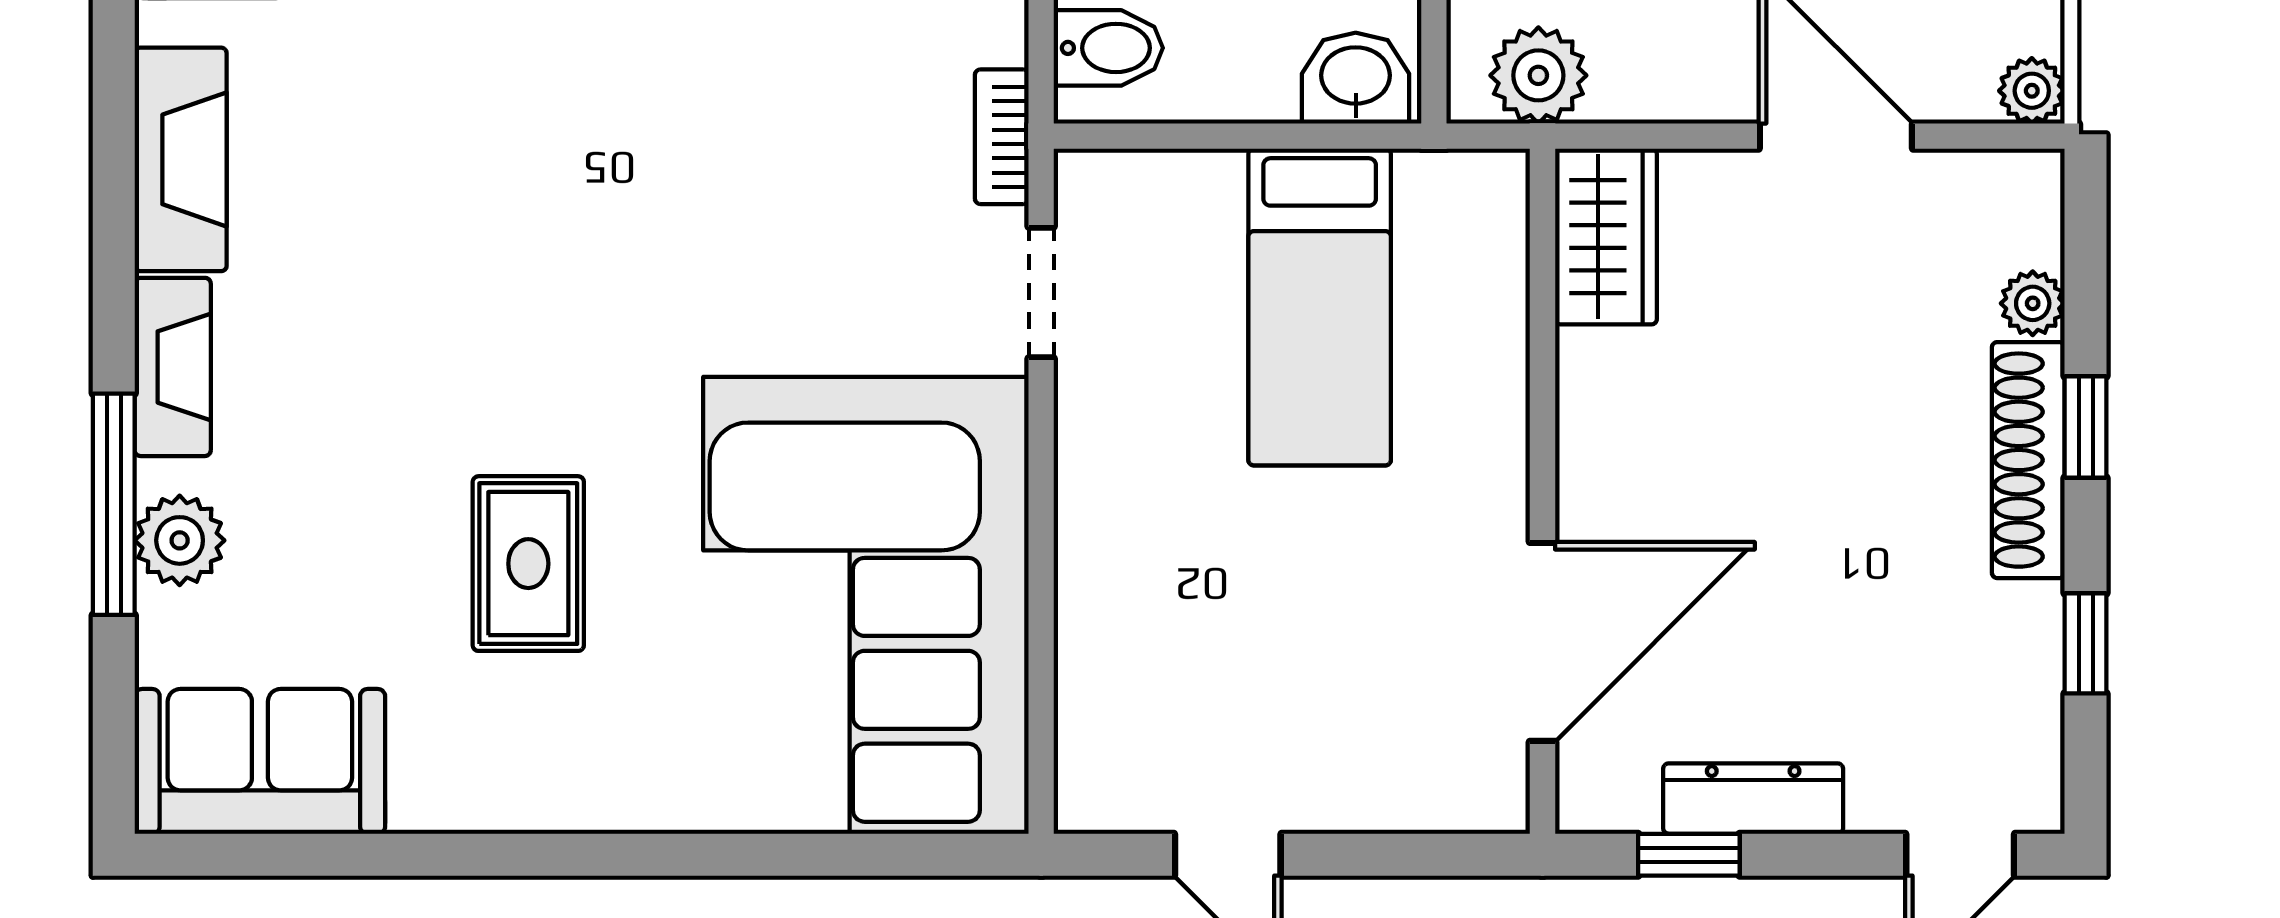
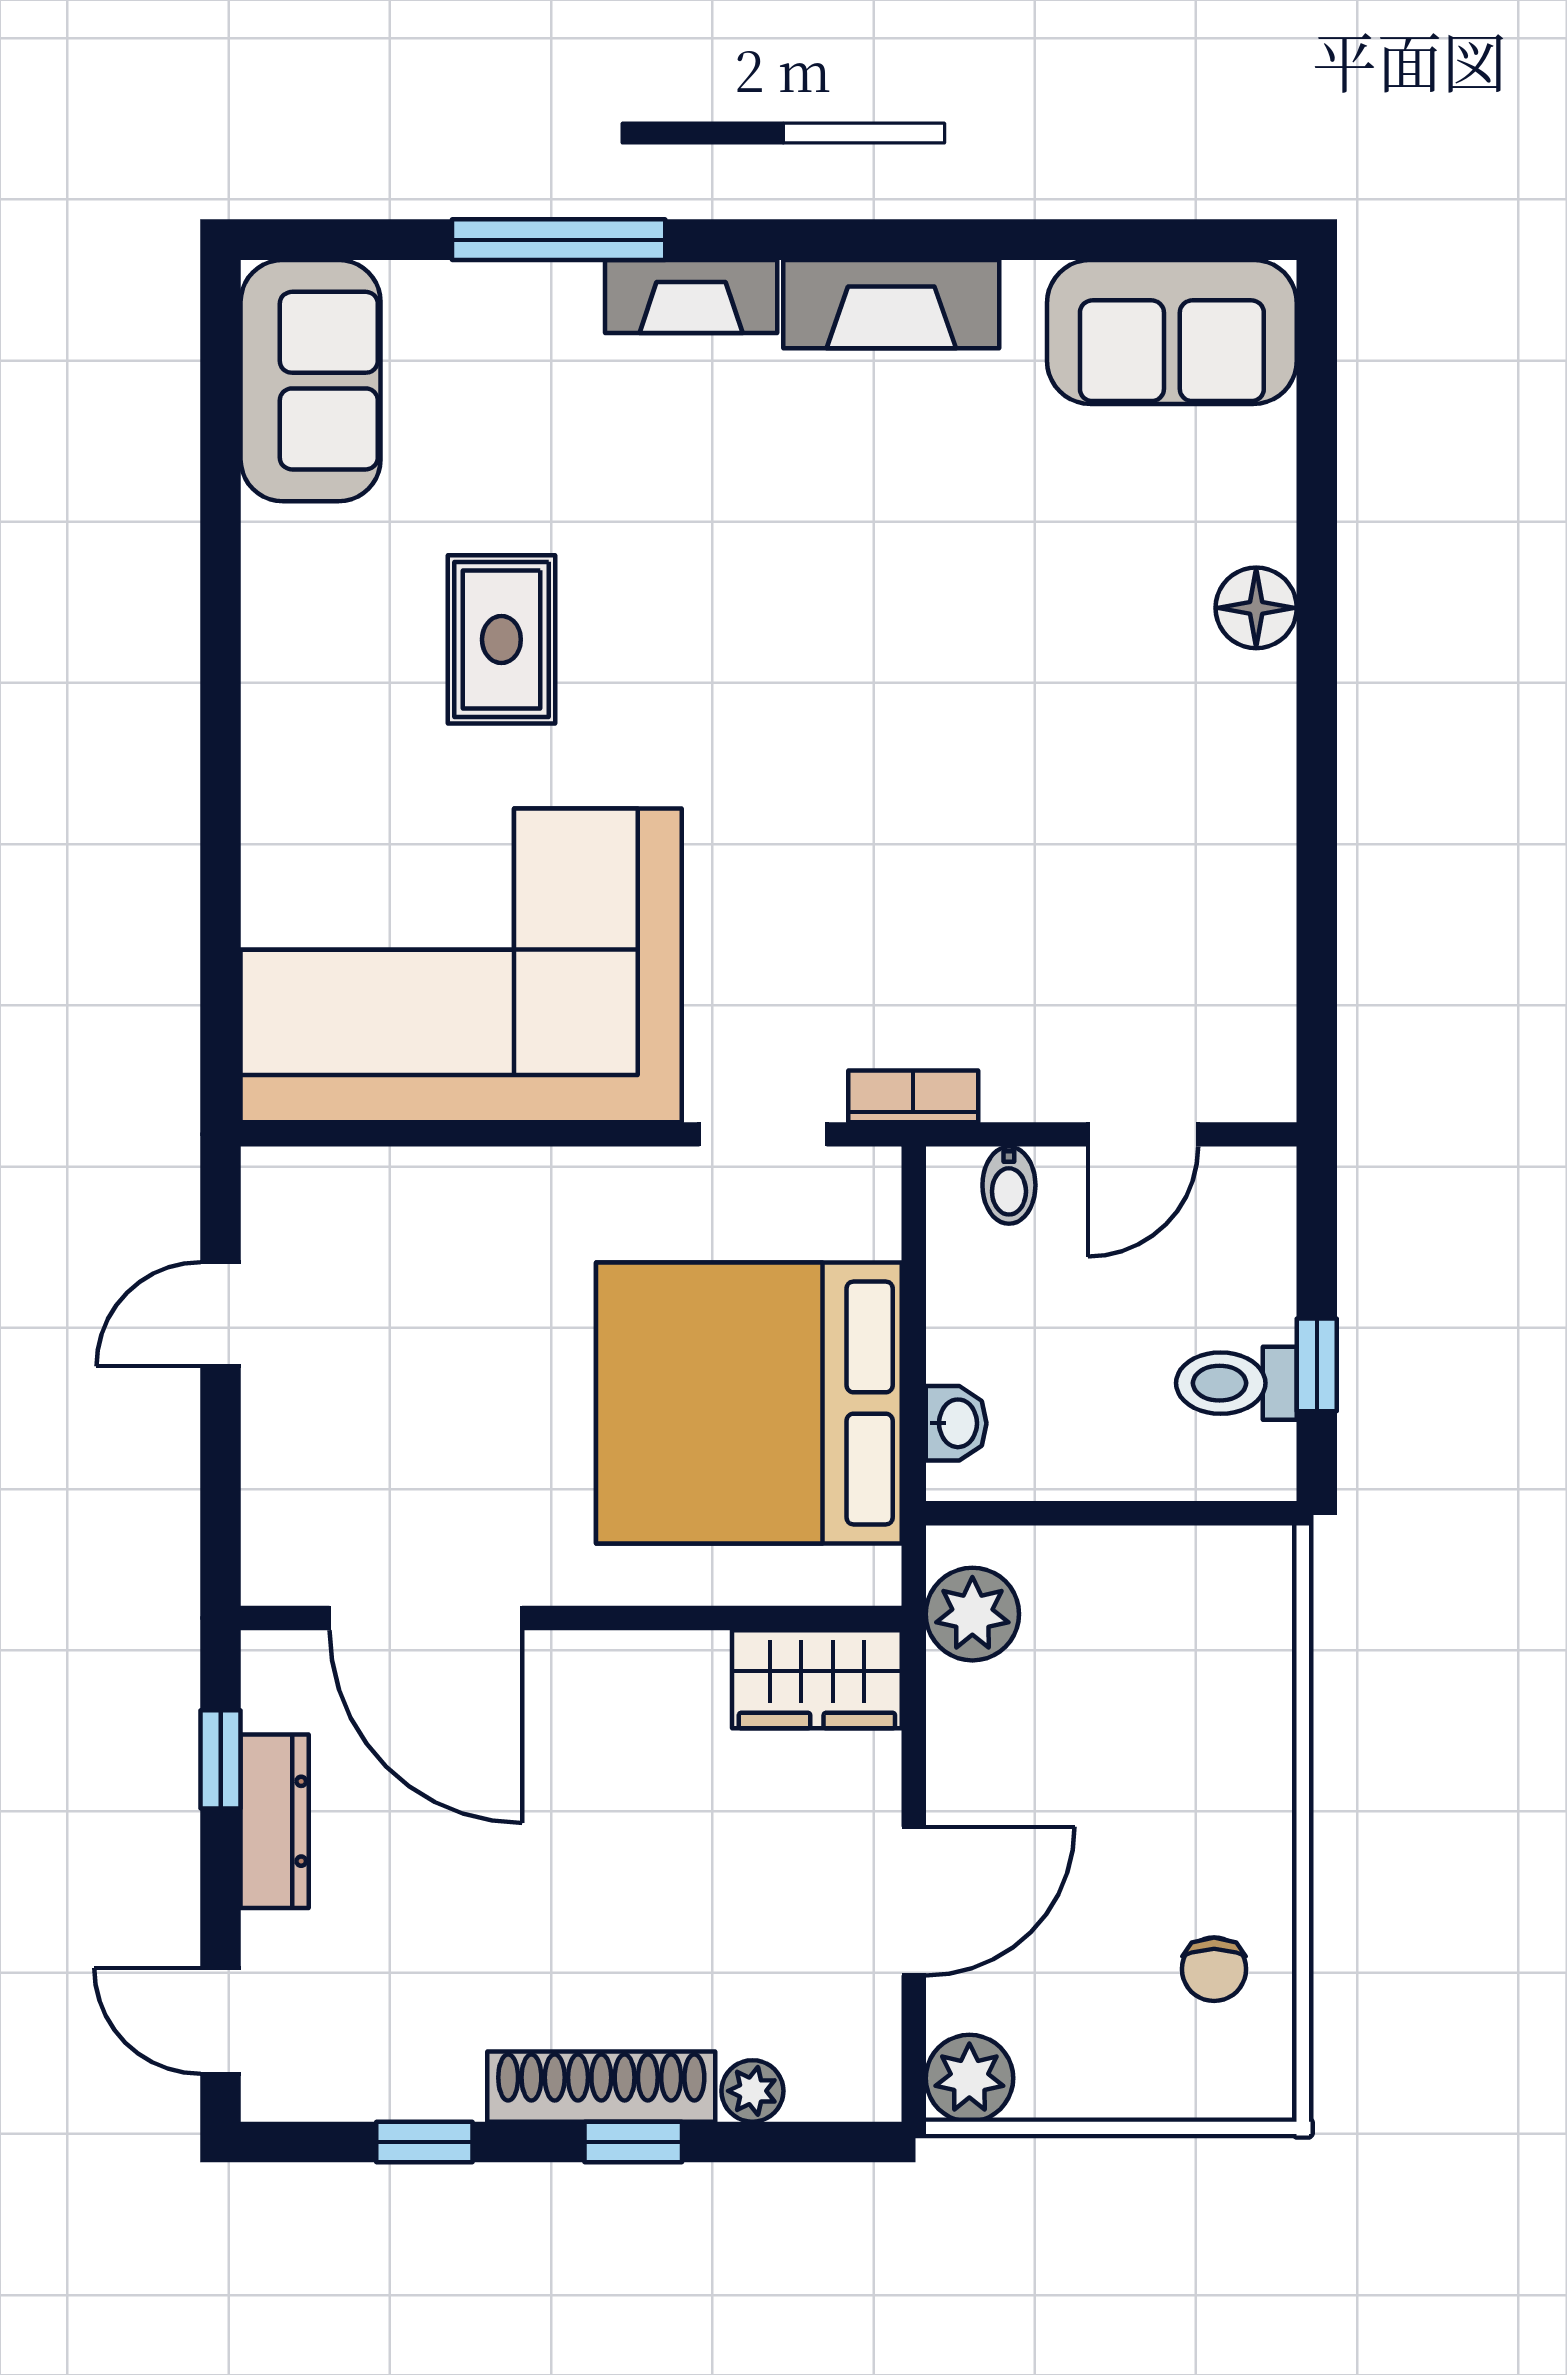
bidet: (1108, 48) -> (1009, 1185), width x0.72, depth x0.74
washbasin: (1356, 78) -> (956, 1423), width x0.72, depth x0.69
plant: (2032, 91) -> (969, 2078), width x1.38, depth x1.38
bed: (1320, 307) -> (749, 1403), width x2.04
plant: (180, 540) -> (524, 303), removed
rug: (528, 564) -> (501, 639), turned 90

